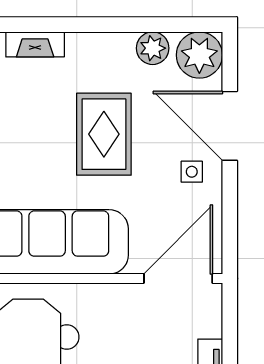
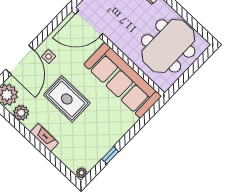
fireplace: (35, 44) -> (44, 138), moved
rug: (104, 134) -> (67, 99), turned 90

